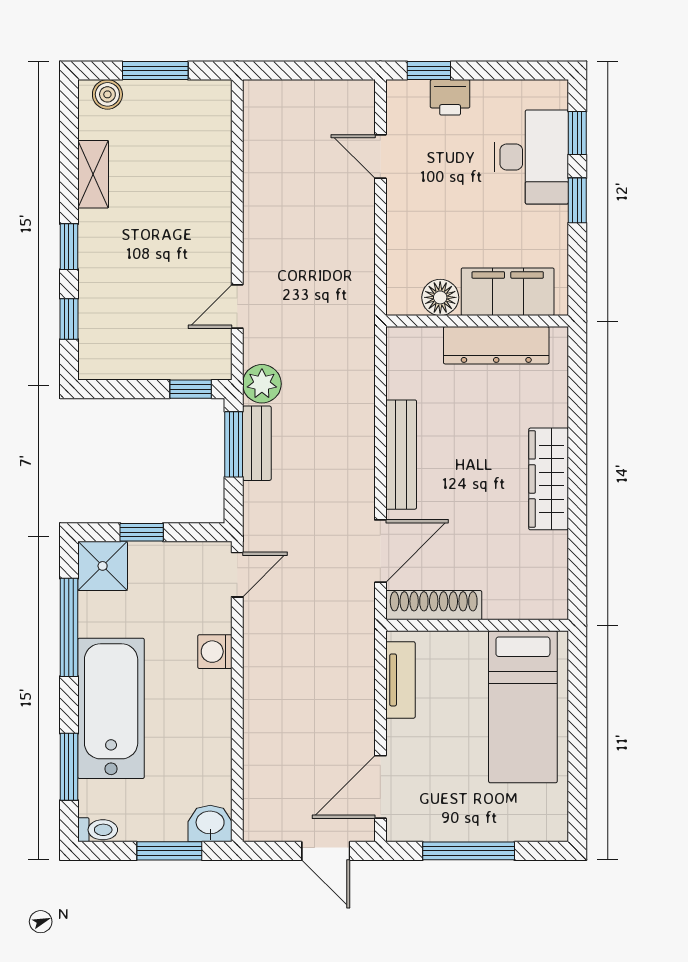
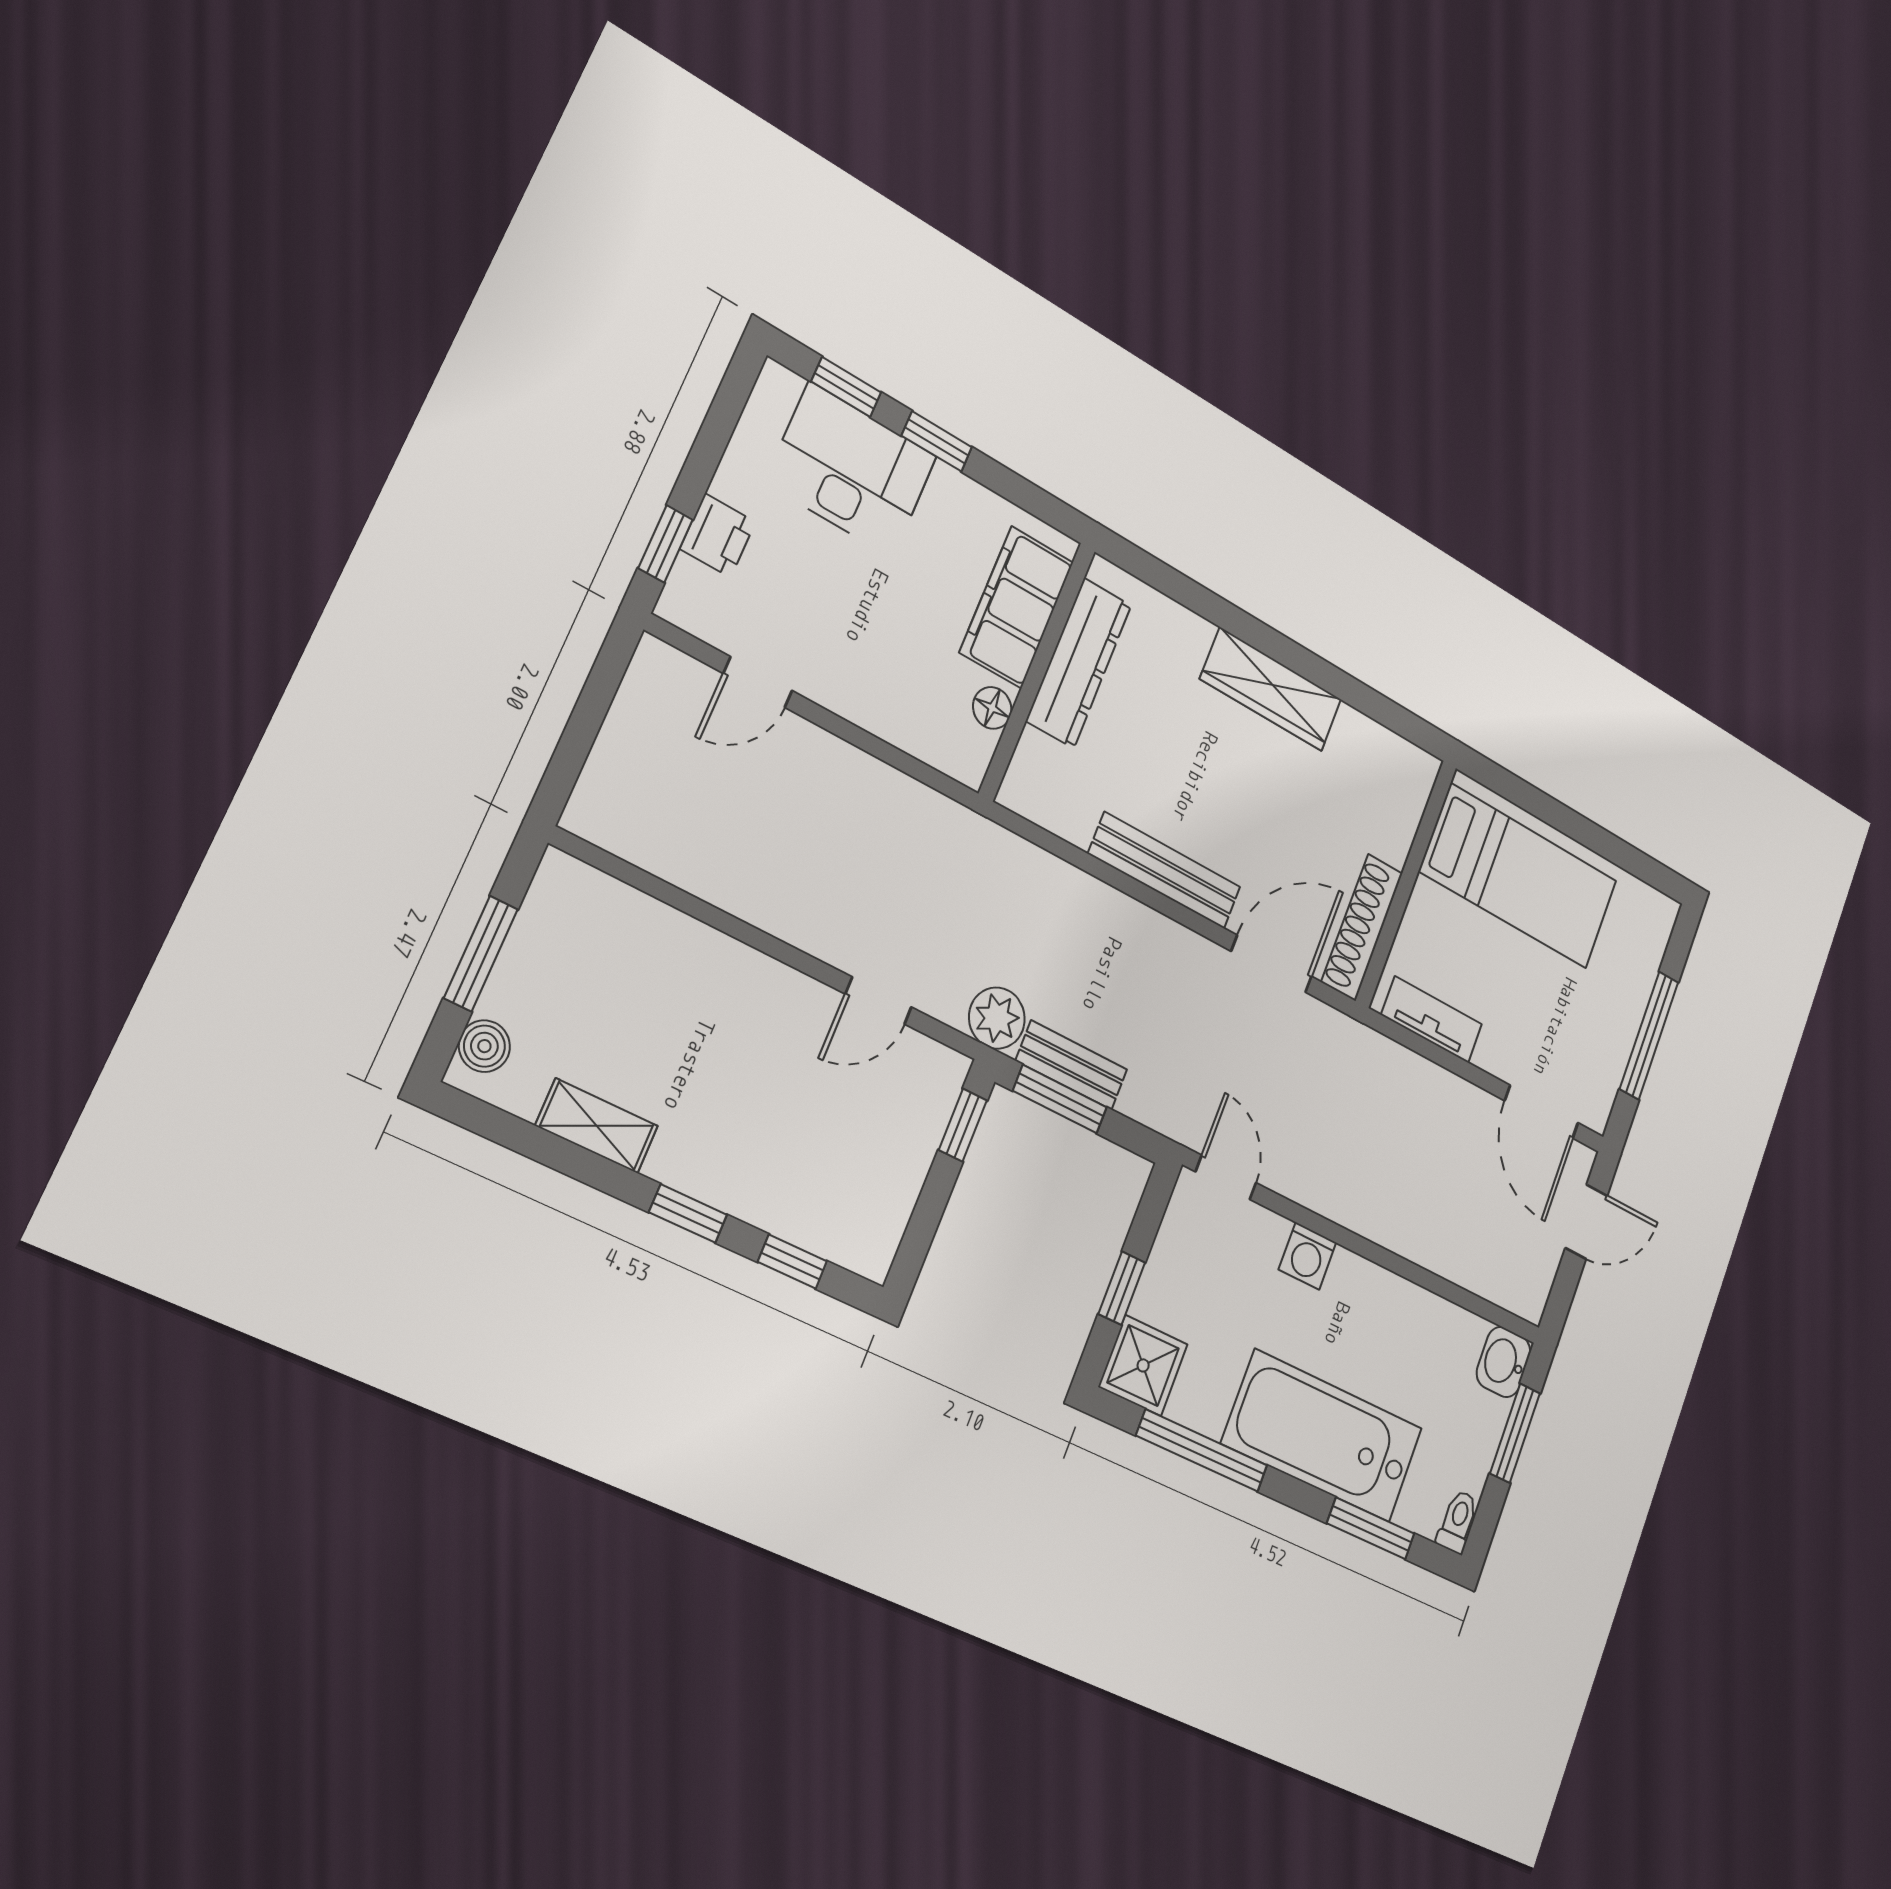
floor lamp: (440, 297) -> (992, 708), width x0.73, depth x0.73
door: (237, 306) -> (878, 1001), hinge flipped
door: (380, 551) -> (1272, 964), hinge flipped

